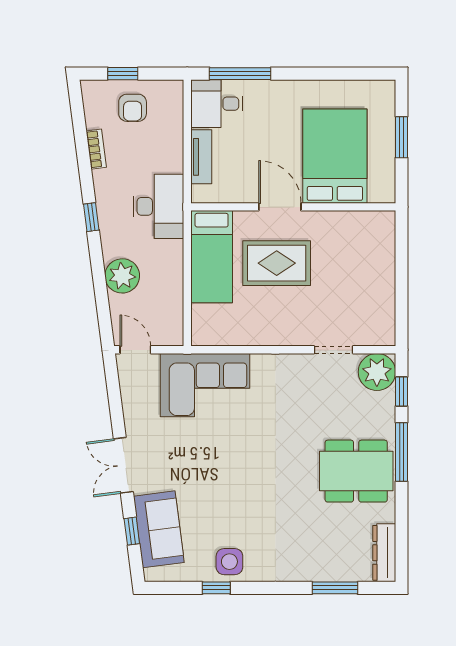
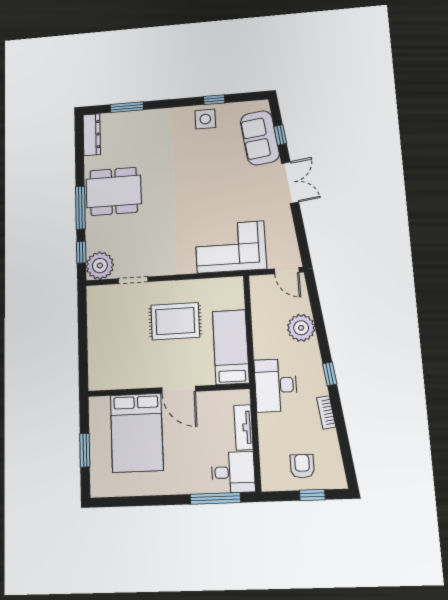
bookcase: (96, 149) -> (326, 412), moved
rug: (277, 263) -> (175, 321), moved

